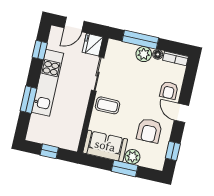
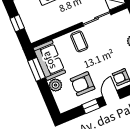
window: (173, 151) -> (91, 106), moved
window: (125, 168) -> (36, 69), moved

